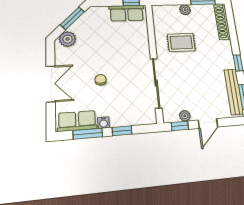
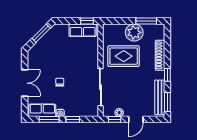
plant: (185, 10) -> (134, 32), width x1.87, depth x1.87
shoe rack: (222, 22) -> (160, 55), moved
plant: (68, 39) -> (37, 50), removed
rug: (181, 42) -> (124, 56), width x1.36, depth x1.43

